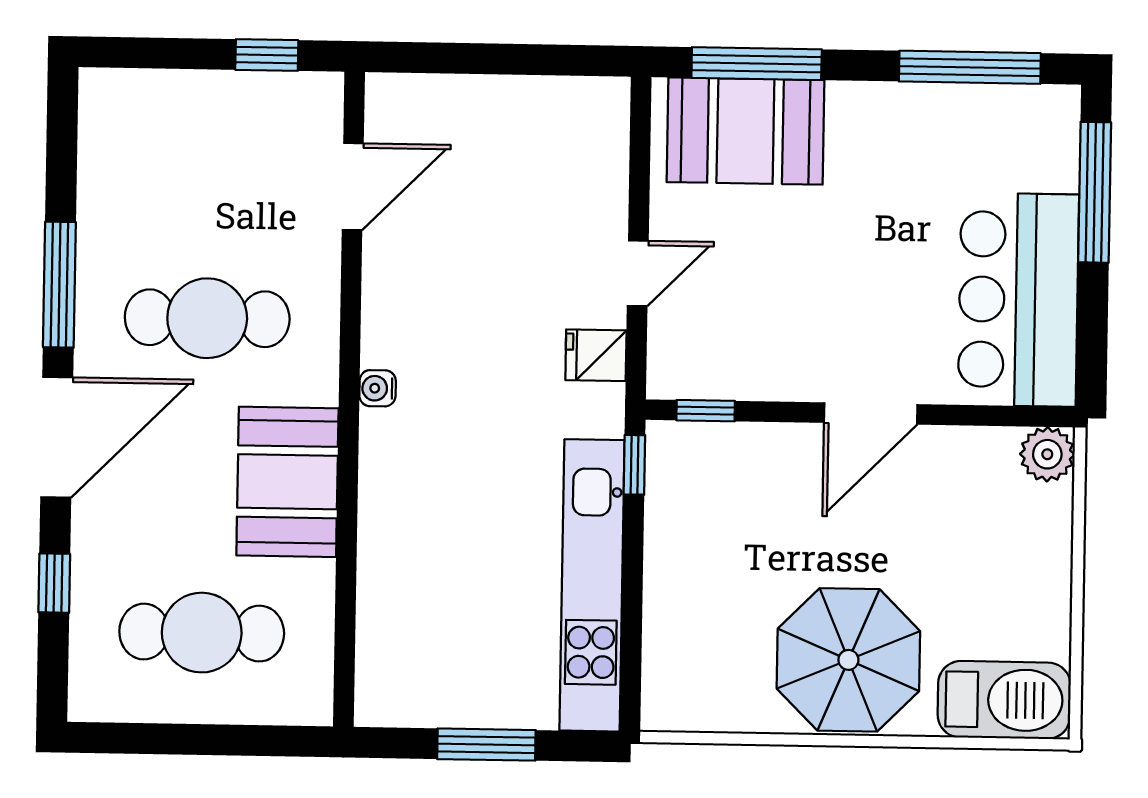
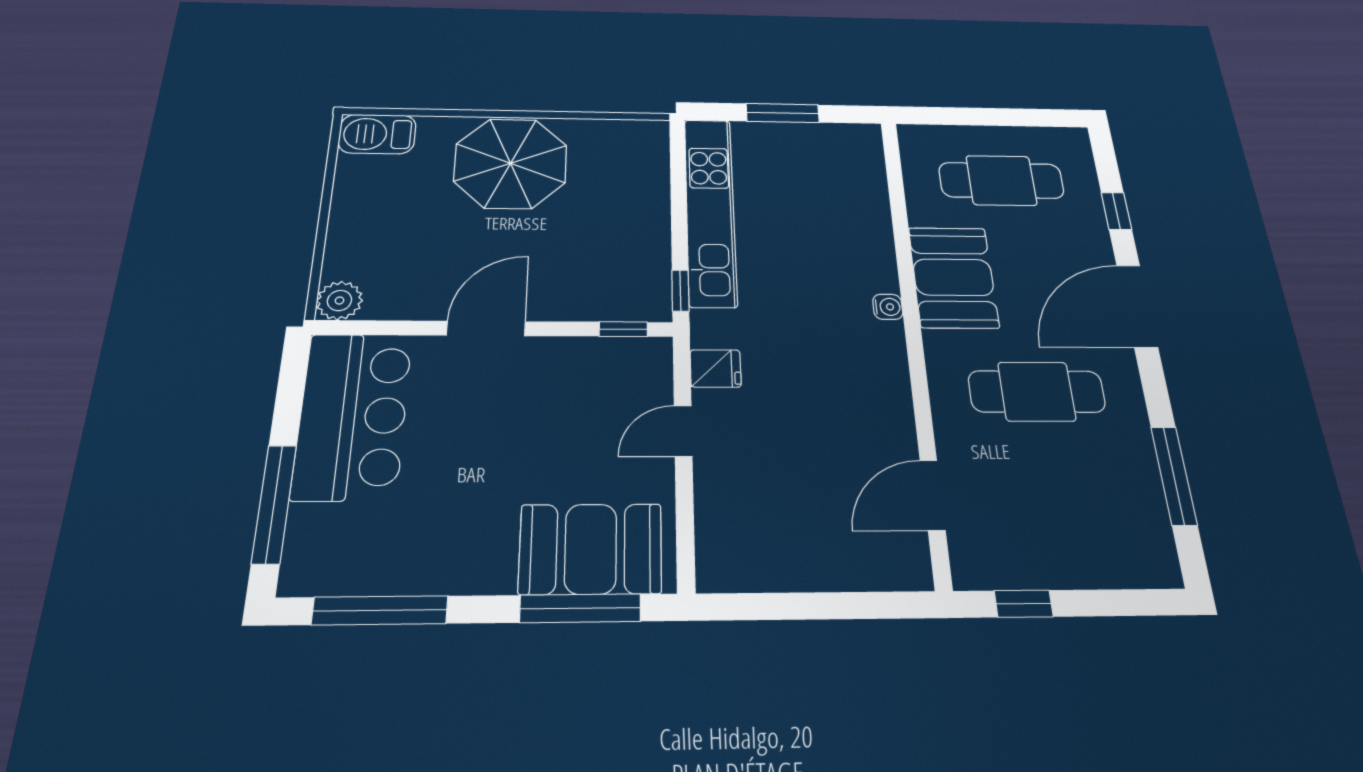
window: (59, 285) -> (1174, 475), moved
water cooler: (378, 388) -> (888, 307), moved
barbecue: (1004, 700) -> (377, 134), width x0.73, depth x0.83

